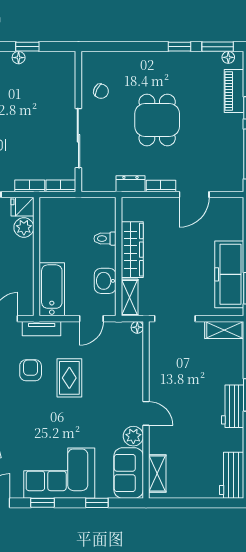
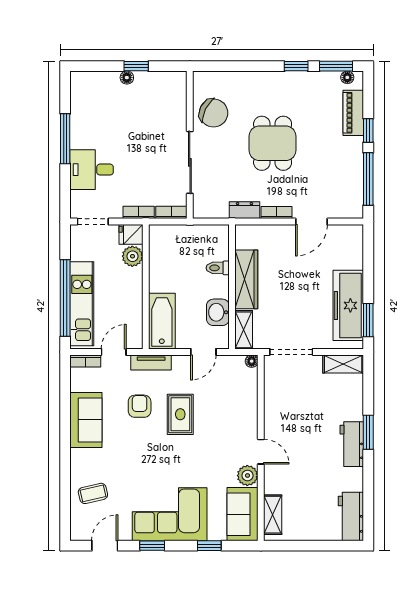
chair: (101, 91) -> (214, 113), width x1.87, depth x1.87

